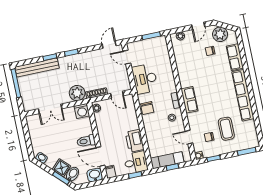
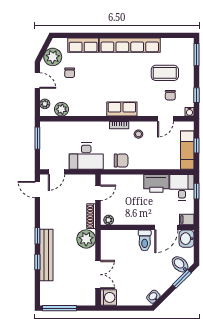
plant: (179, 51) -> (62, 109), added
bench: (37, 67) -> (46, 255), moved
washing machine: (82, 111) -> (108, 297), moved
shower: (61, 168) -> (170, 276), removed

